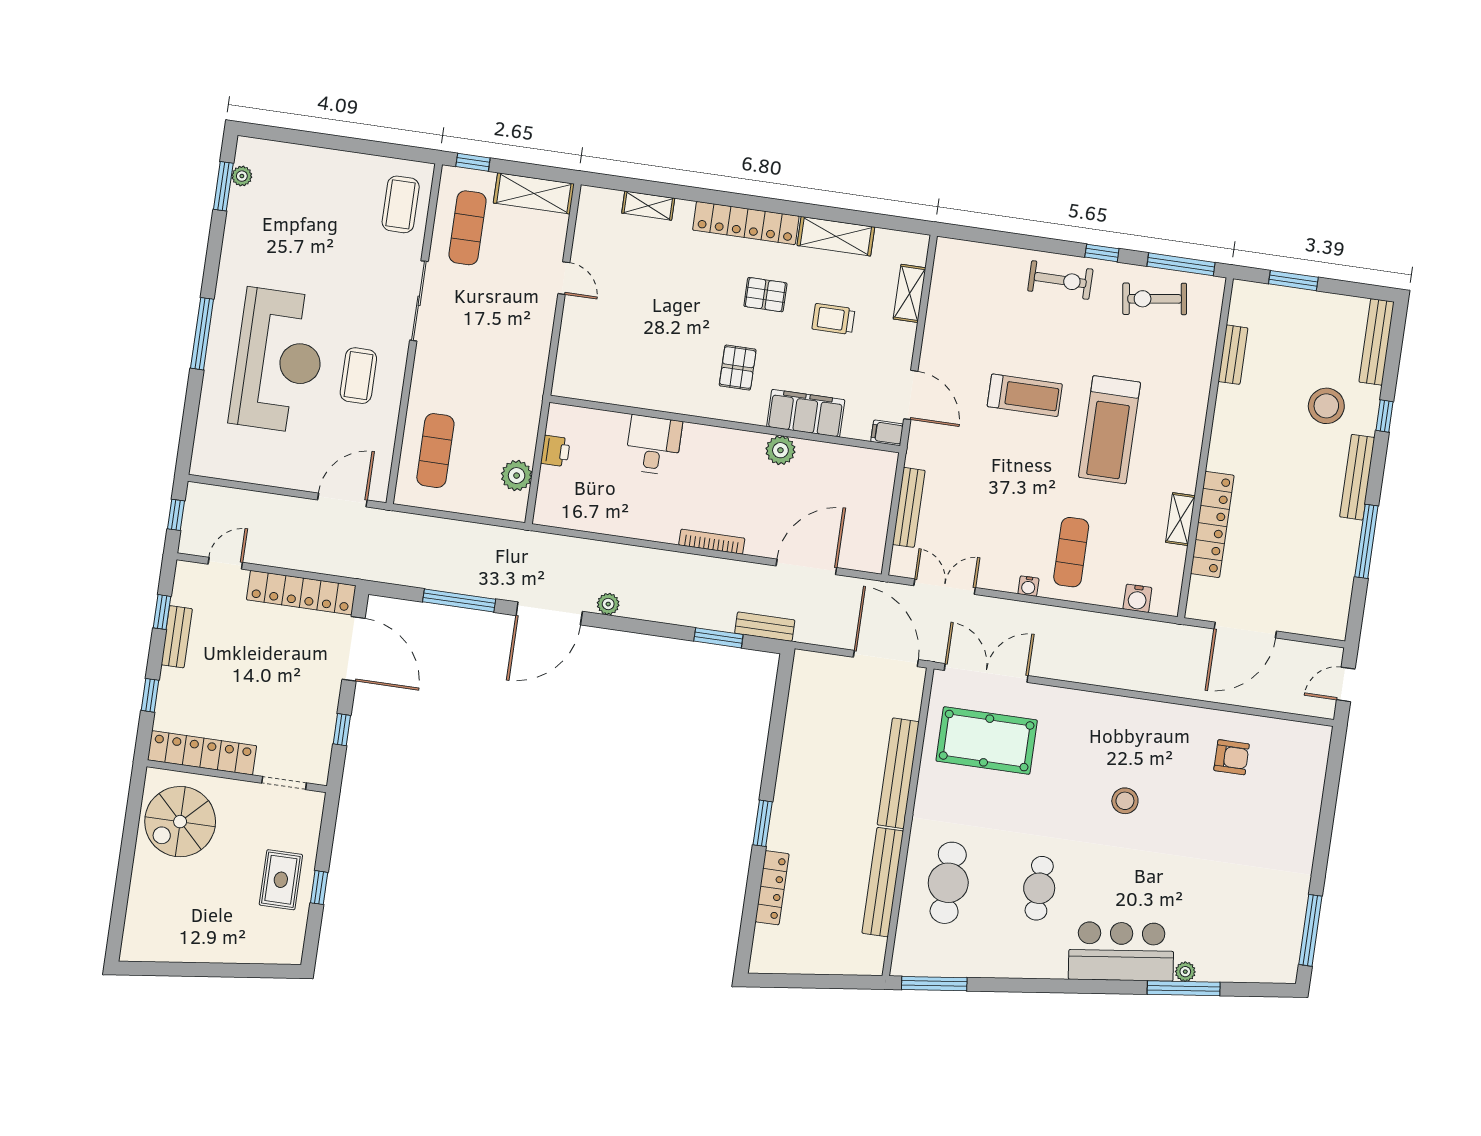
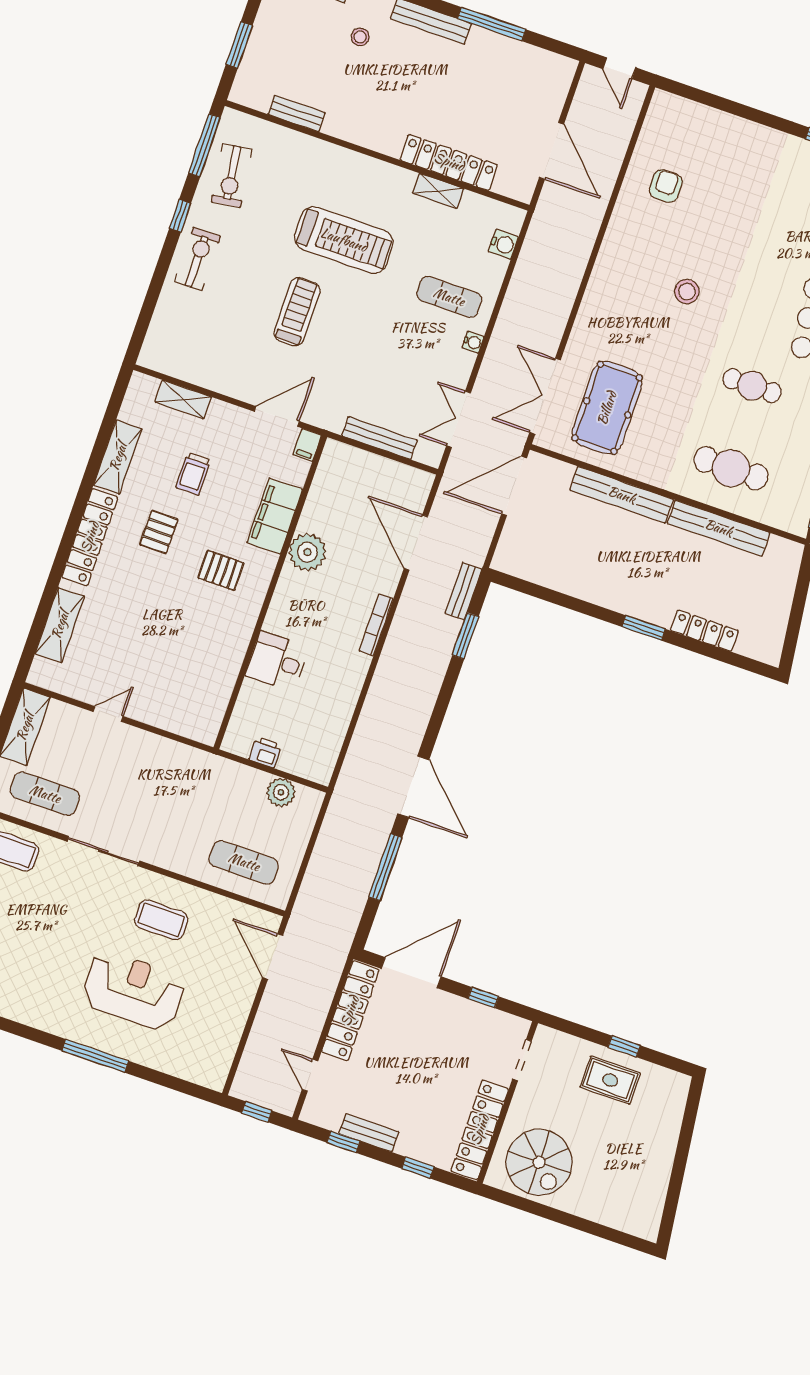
shelving: (648, 206) -> (60, 625), width x1.50, depth x1.33
reception desk: (279, 361) -> (133, 990), width x0.74, depth x0.77
stool: (1326, 406) -> (360, 37), width x0.53, depth x0.53
plant: (780, 450) -> (307, 552), width x1.36, depth x1.36
plant: (608, 604) -> (415, 731), removed

